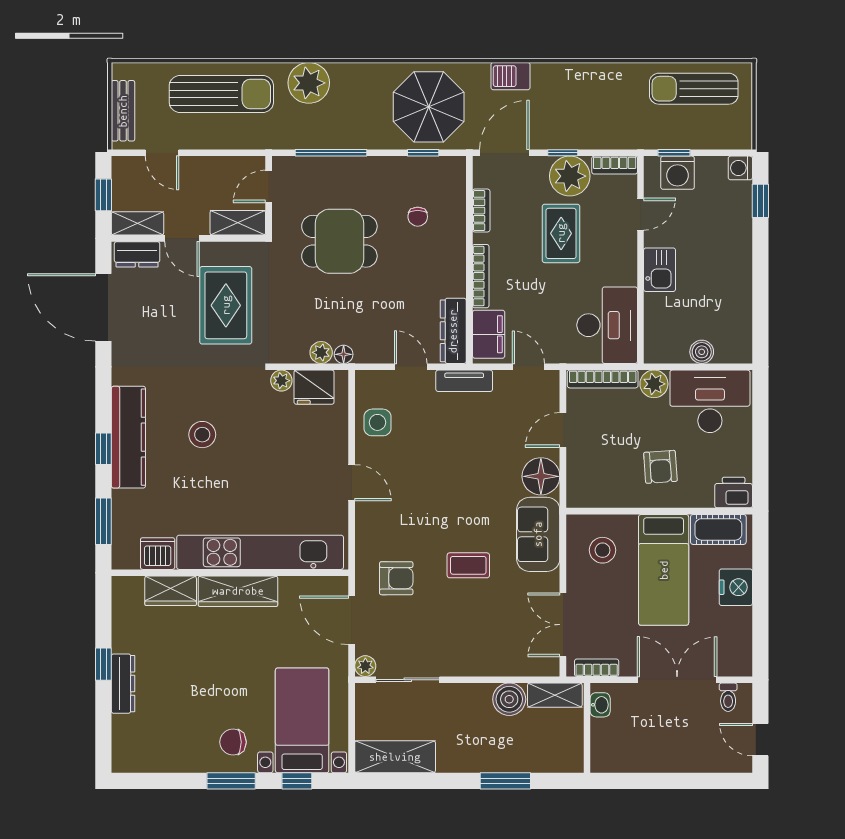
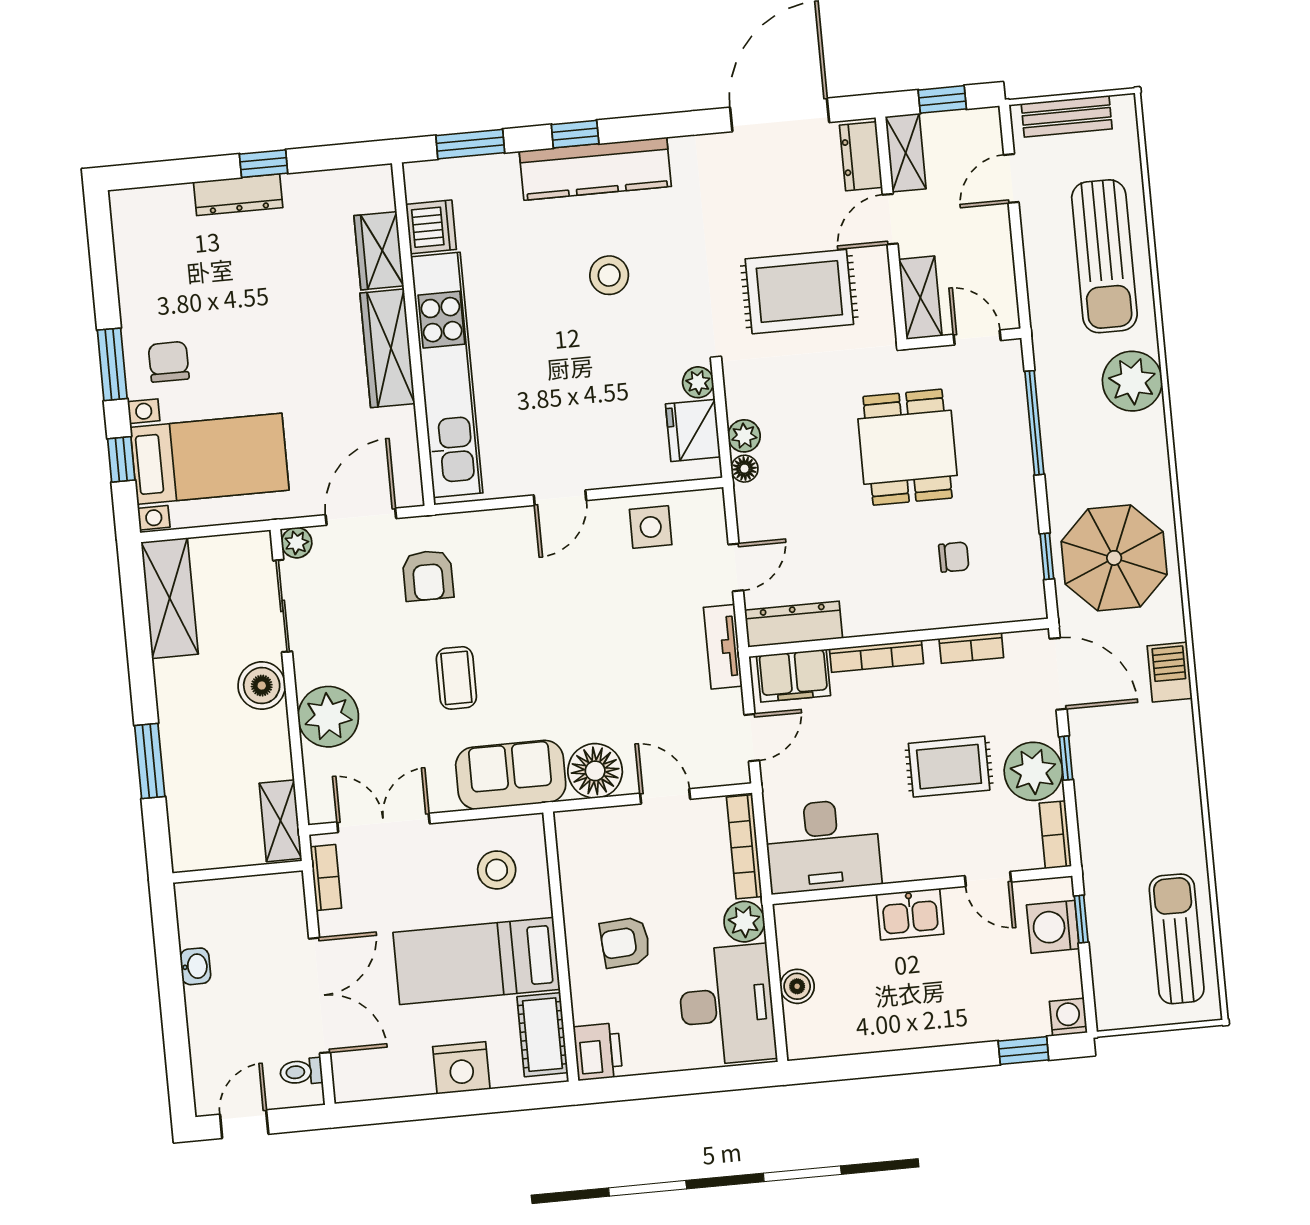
chair: (418, 217) -> (954, 557), turned 180
plant: (487, 656) -> (328, 717), added
boiler: (509, 699) -> (262, 686), moved
washbasin: (600, 705) -> (195, 966), moved, turned -90

